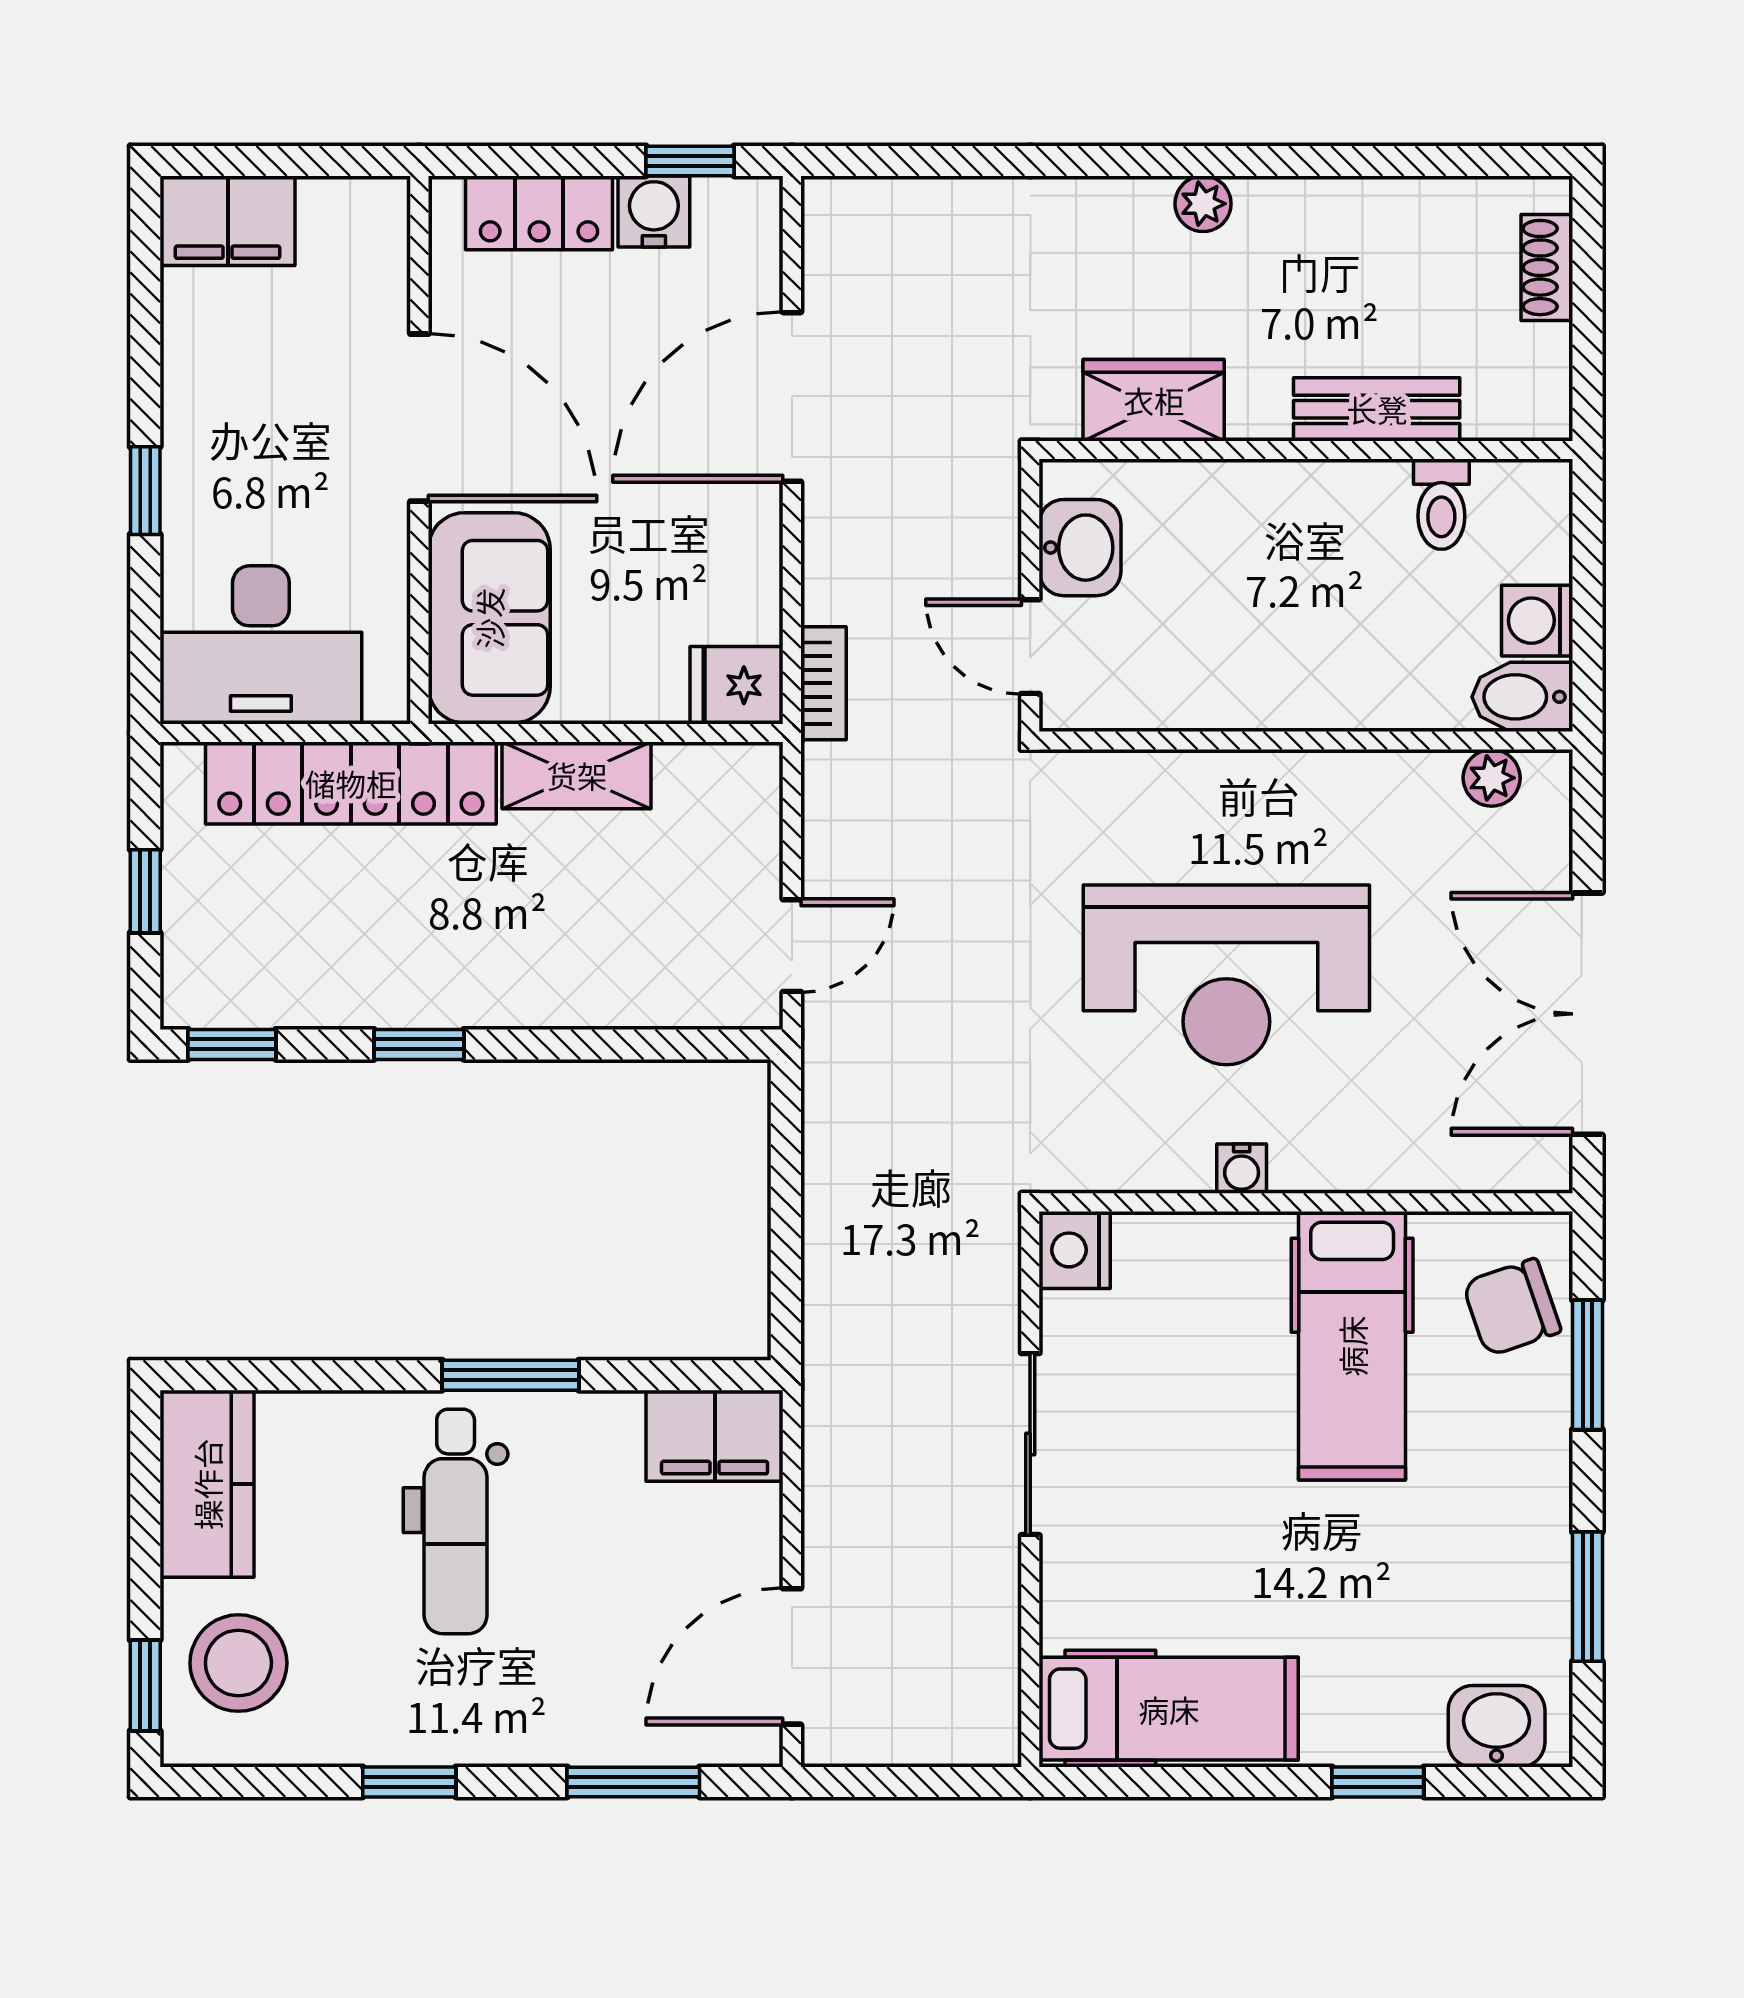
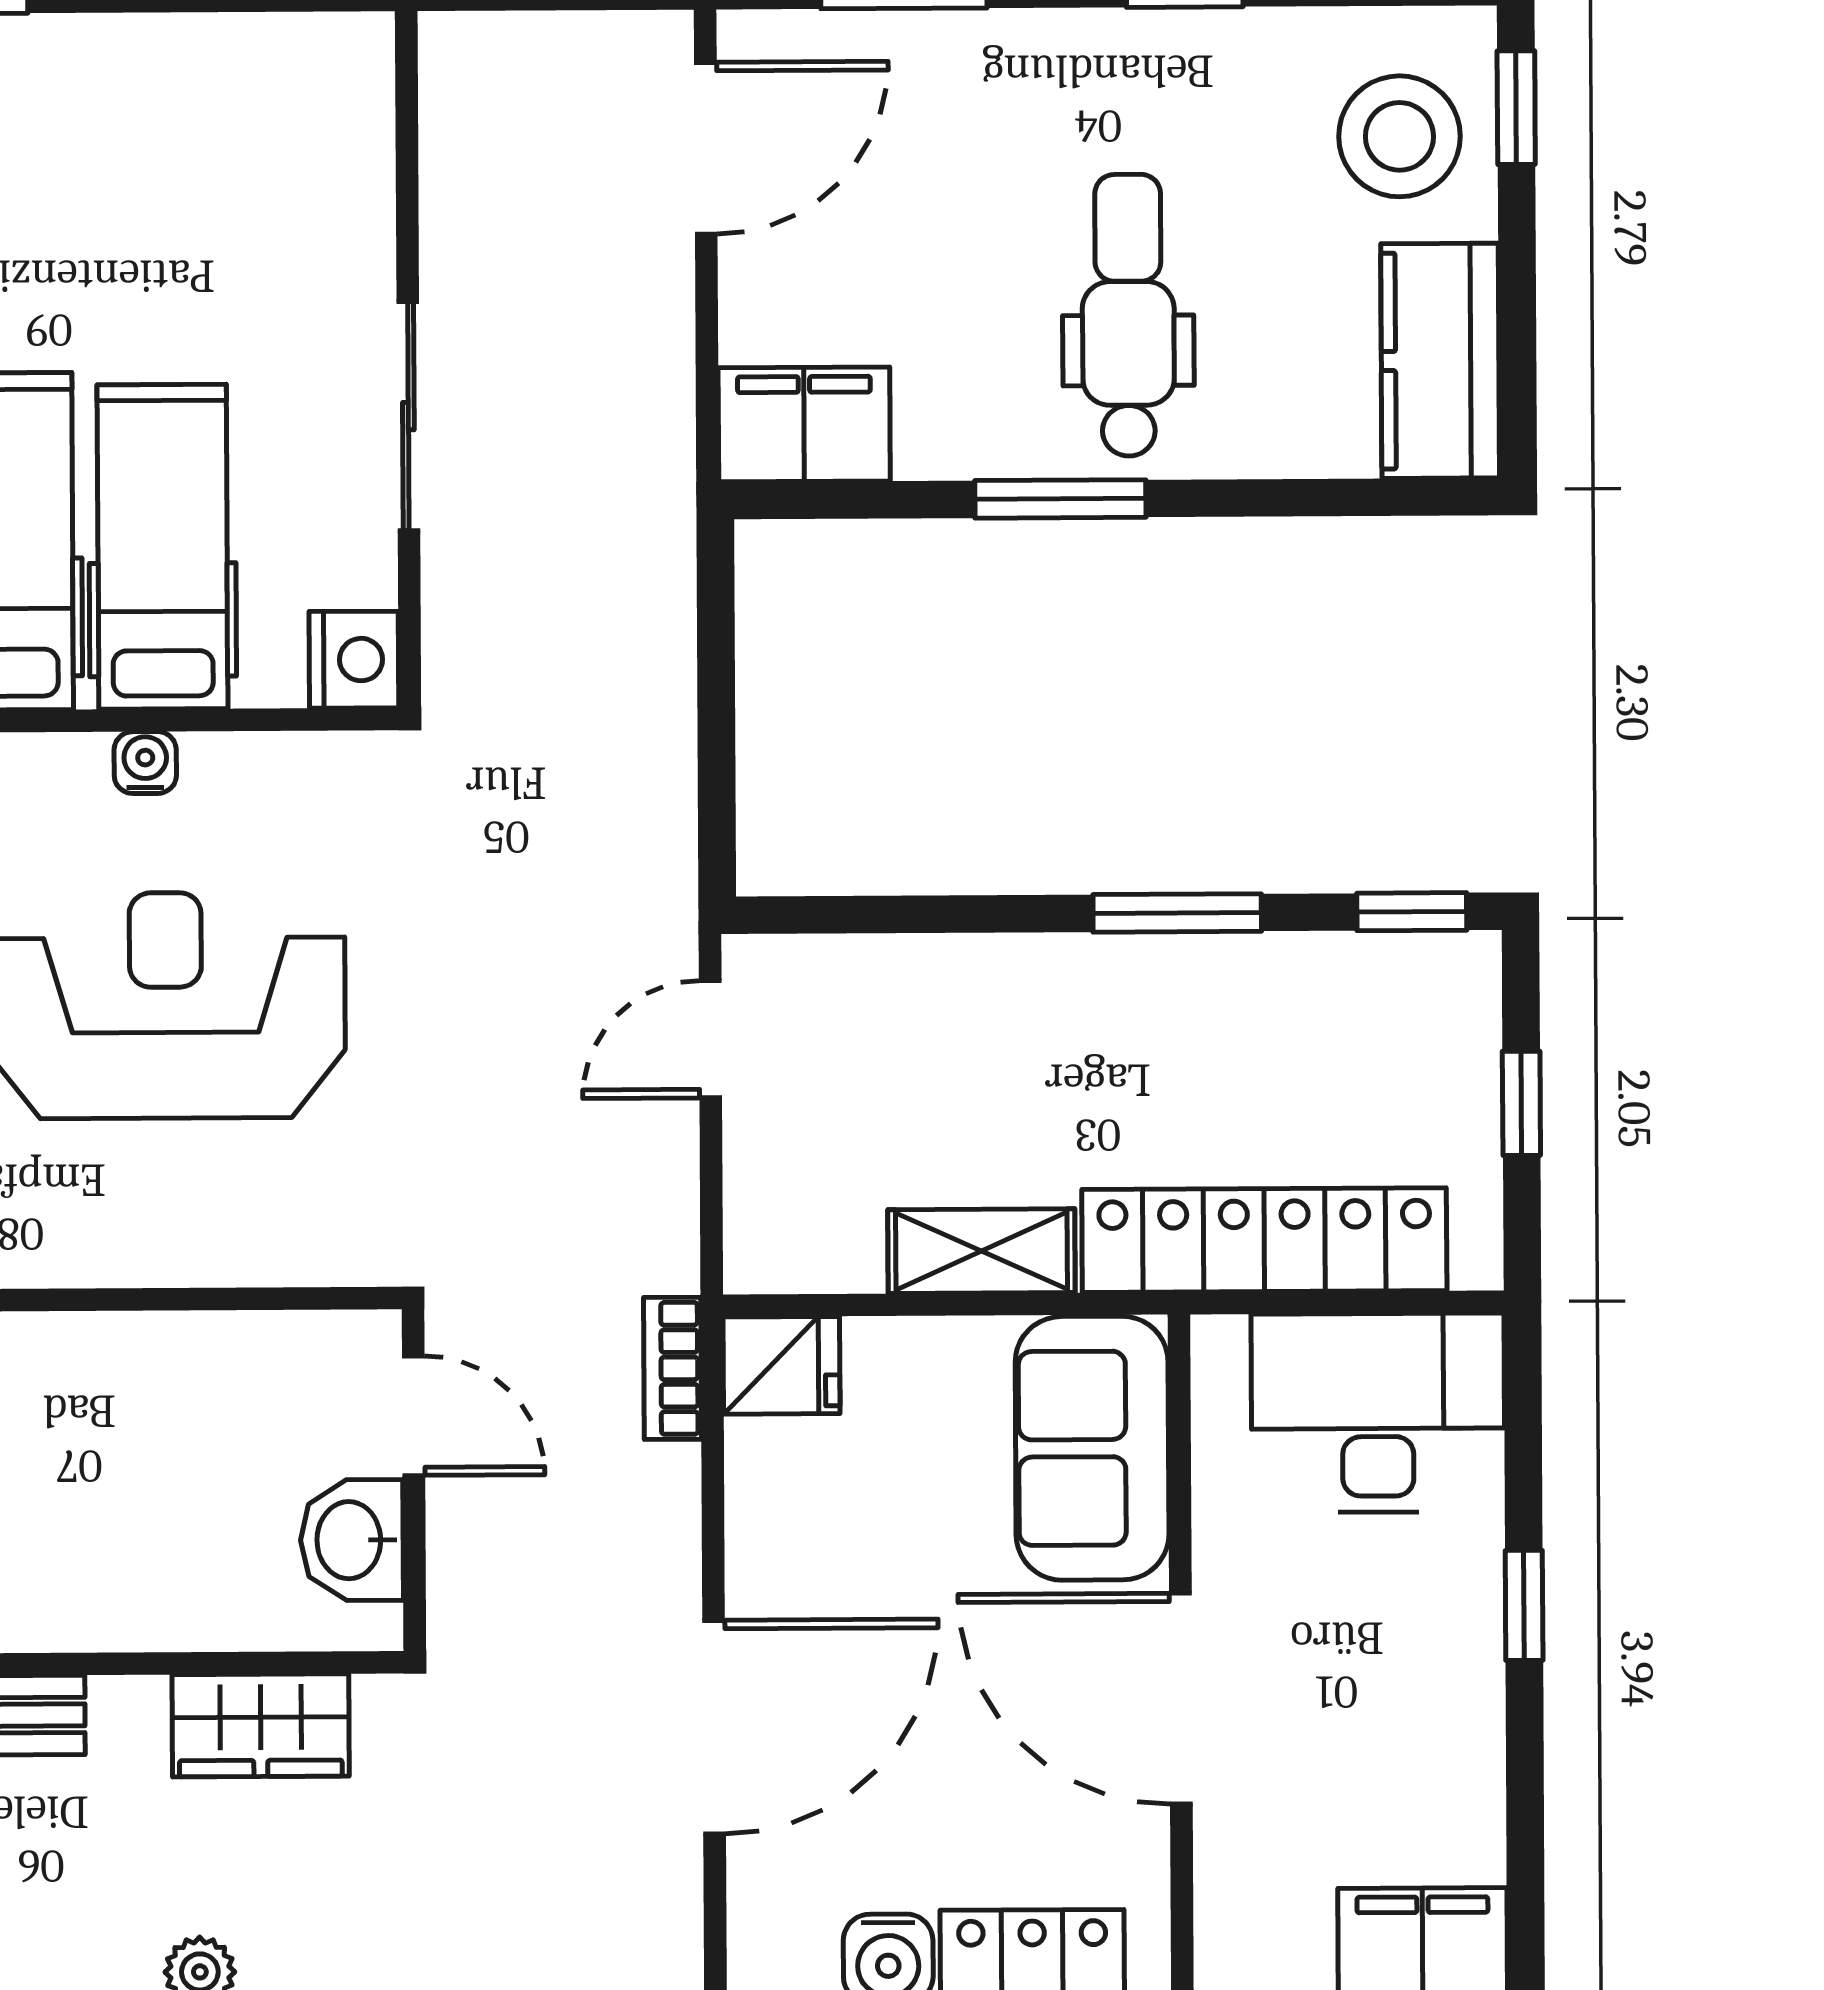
window: (419, 1044) -> (1177, 913), width x1.50
hospital bed: (1169, 1709) -> (163, 547), moved, turned 90

